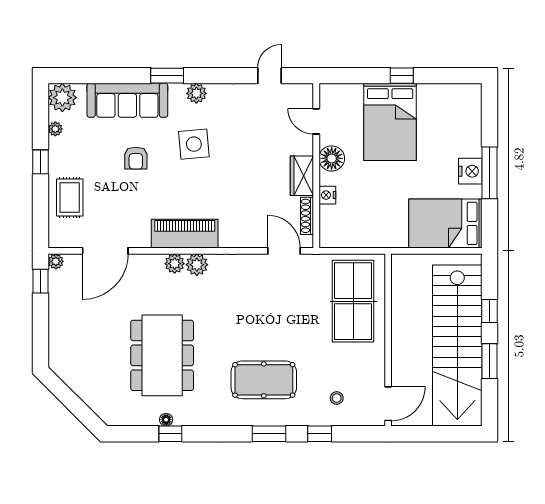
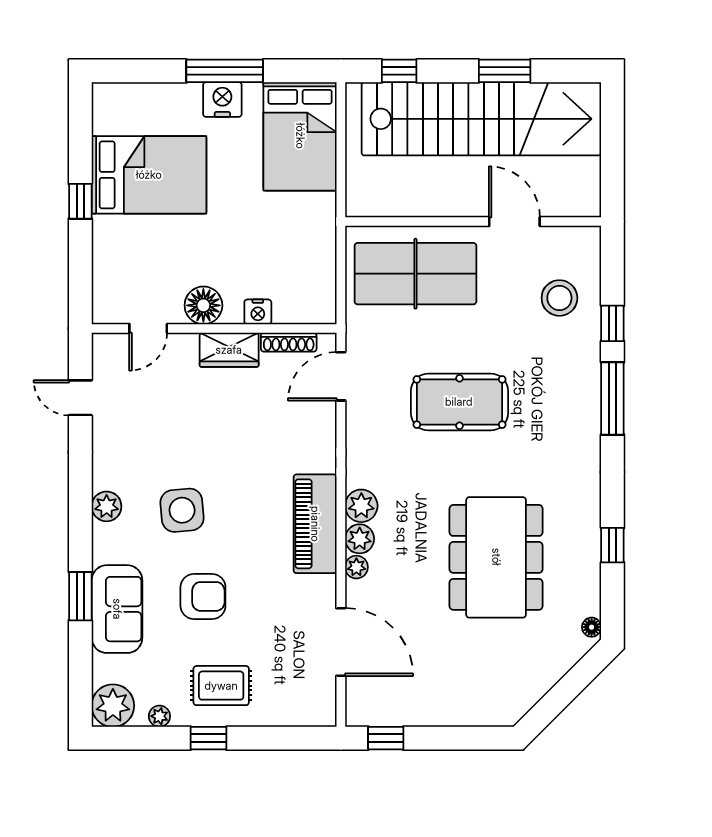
window: (167, 76) -> (80, 596), moved
sofa: (127, 100) -> (117, 609), width x0.73
bed: (390, 122) -> (149, 175), moved
armchair: (136, 158) -> (203, 596), width x1.38, depth x1.38
rug: (70, 197) -> (221, 686), moved
plant: (56, 261) -> (356, 567), moved
window: (490, 311) -> (399, 71), moved
dining table: (162, 355) -> (496, 557), turned 90
pool table: (264, 380) -> (459, 402), moved, turned 90
stool: (337, 398) -> (559, 298), width x1.89, depth x1.89
door: (388, 404) -> (514, 222), moved
floor lamp: (166, 420) -> (592, 627), moved
window: (269, 434) -> (612, 398), width x1.44

